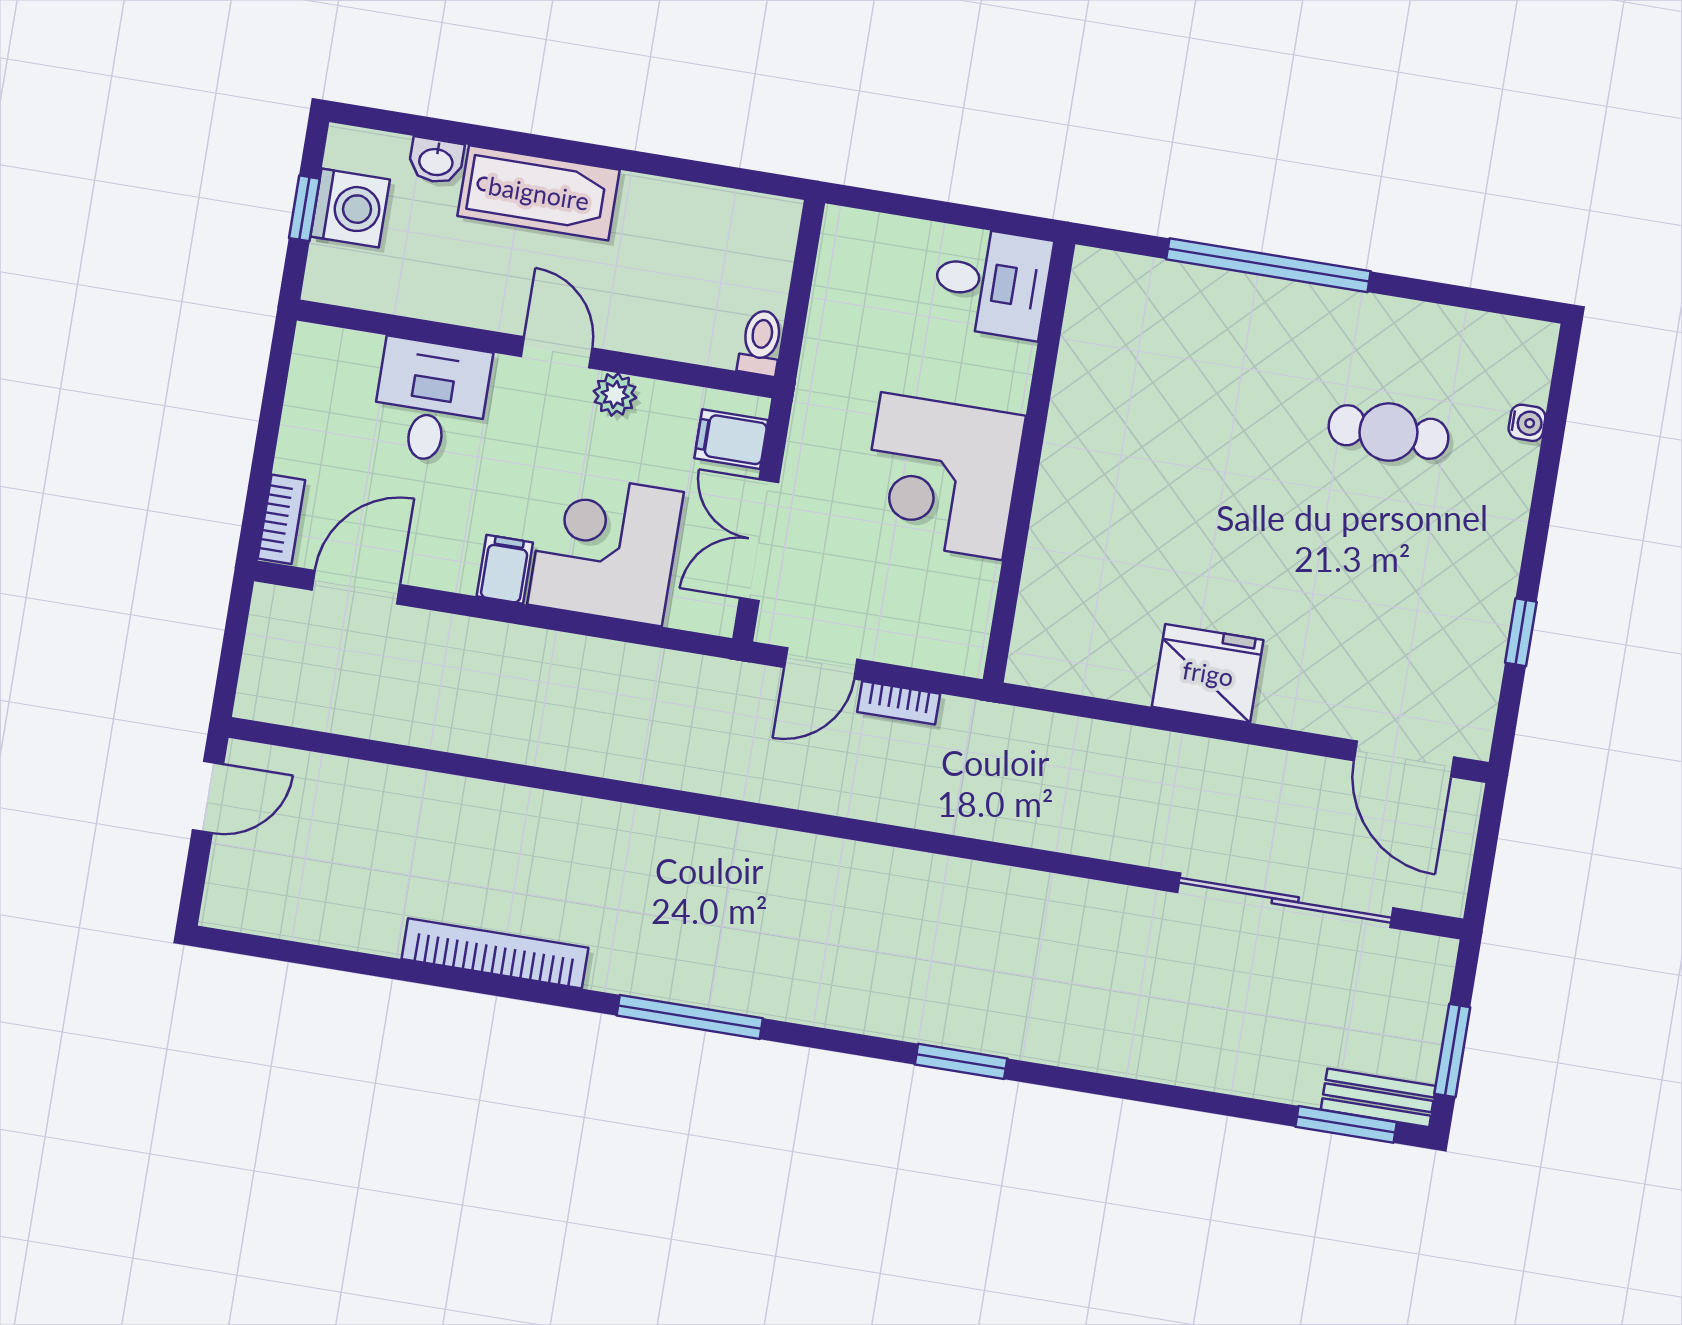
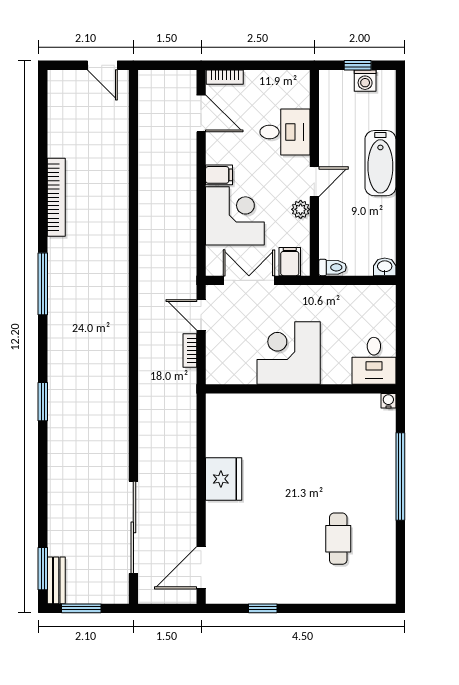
washbasin: (436, 161) -> (385, 267), moved, turned 90
washing machine: (350, 208) -> (365, 81), width x0.73, depth x0.73
water cooler: (1527, 423) -> (388, 401), moved, turned 180

